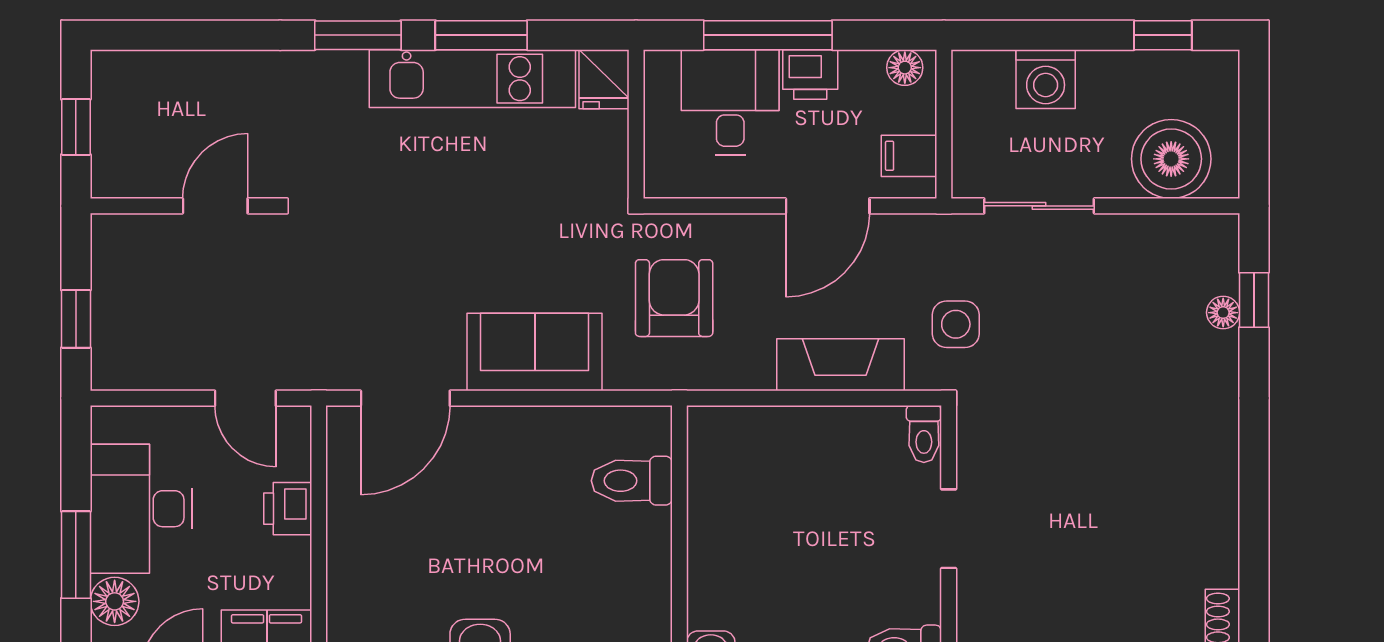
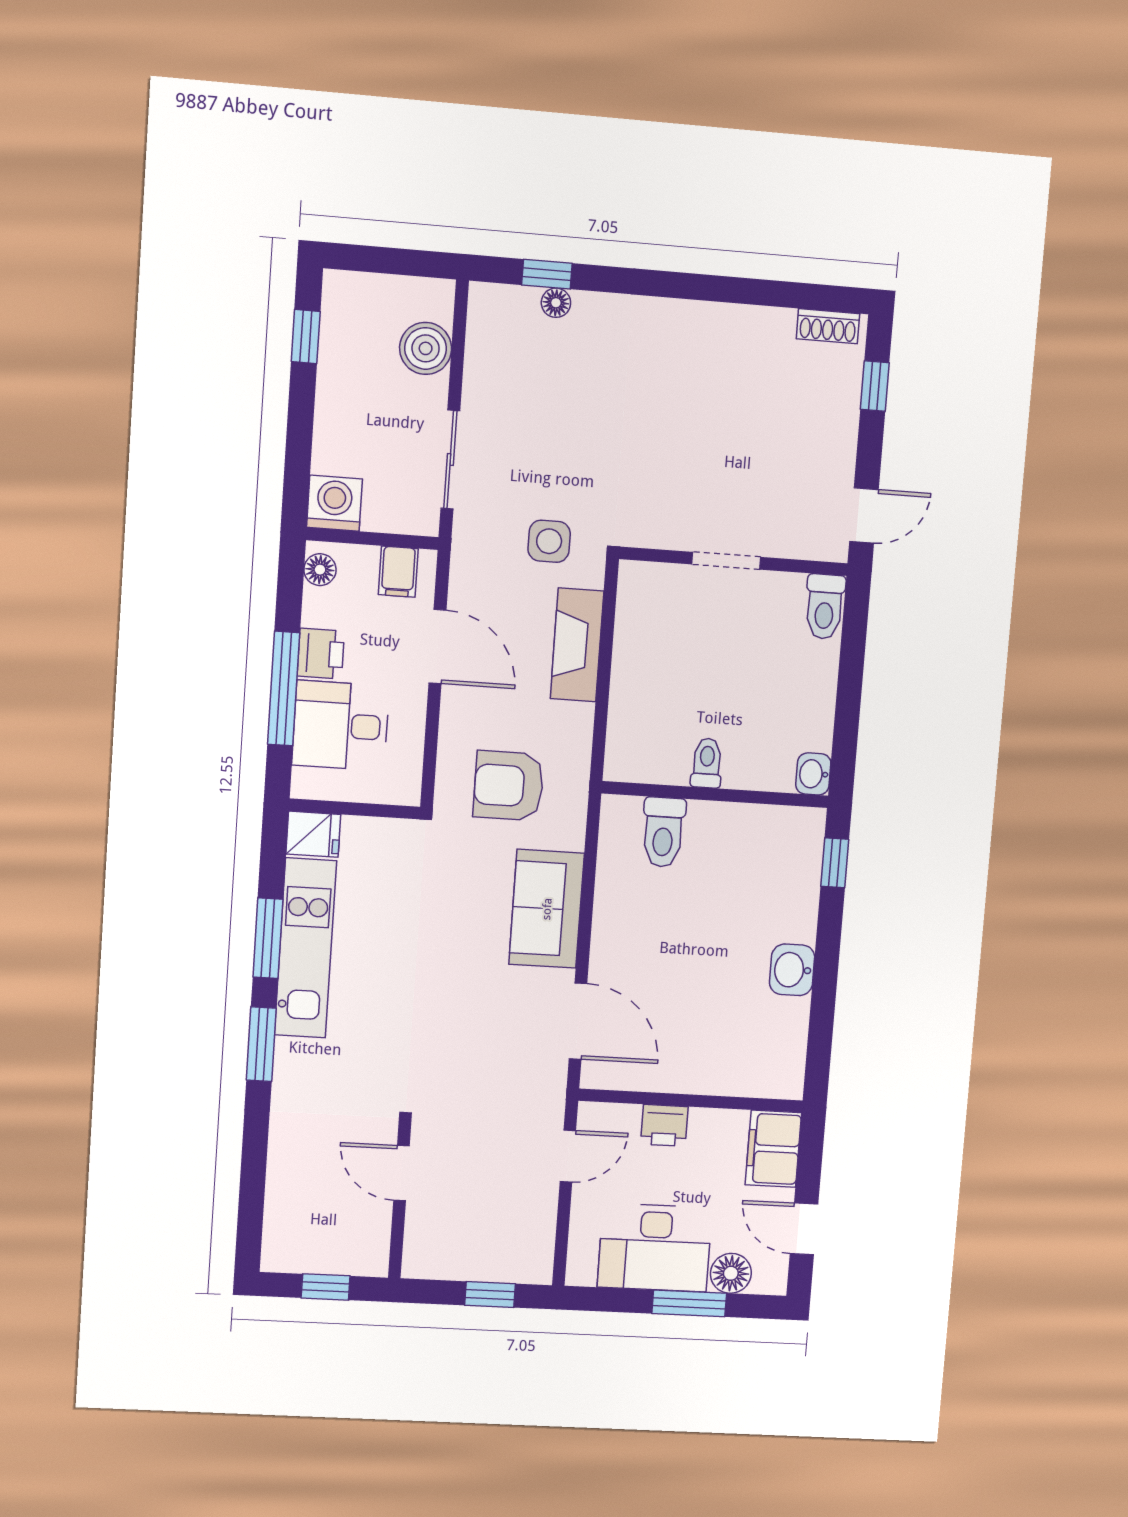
washing machine: (1046, 79) -> (334, 503), moved, turned -90
boiler: (1171, 159) -> (426, 348), width x0.73, depth x0.73
toilet: (924, 434) -> (707, 763), moved, turned -90

